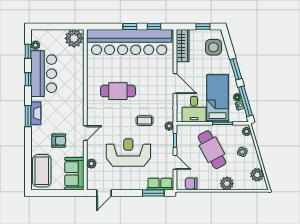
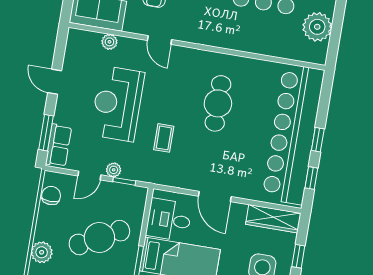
plant: (74, 38) -> (317, 27), moved
door: (175, 84) -> (215, 196), hinge flipped
plant: (169, 126) -> (114, 170), moved
reception desk: (128, 153) -> (117, 104), turned 180
door: (104, 193) -> (55, 82), moved

